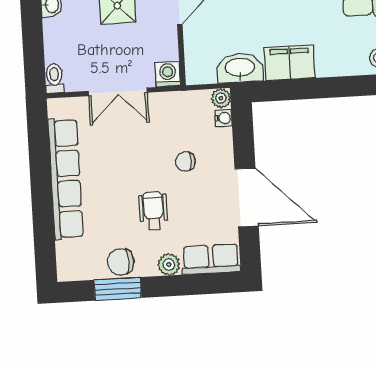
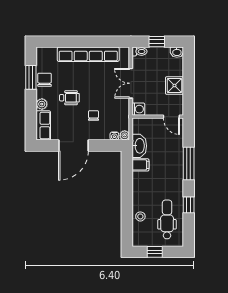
window: (33, 46) -> (157, 42), added
filing cabinet: (290, 63) -> (140, 165), width x0.50

